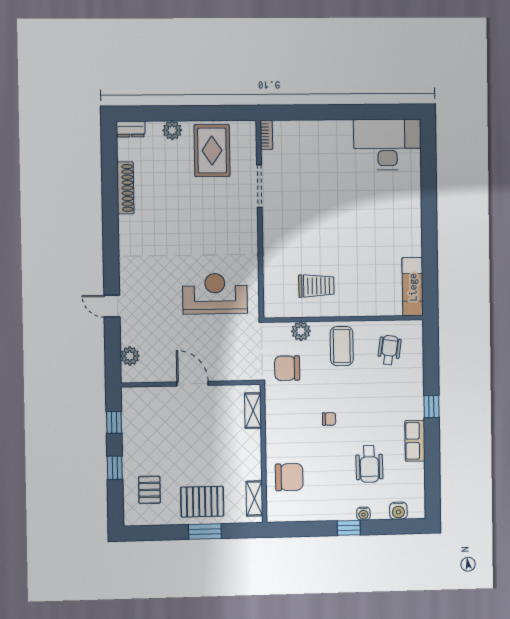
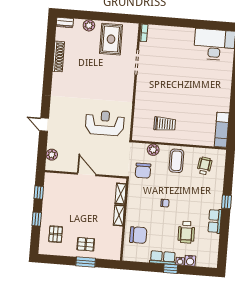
chair: (287, 368) -> (143, 171), turned -90
shelving: (254, 498) -> (119, 215), moved
pallet: (202, 502) -> (86, 244), width x0.67, depth x0.71
row of seats: (334, 511) -> (163, 258), added
water cooler: (398, 511) -> (190, 261), moved

